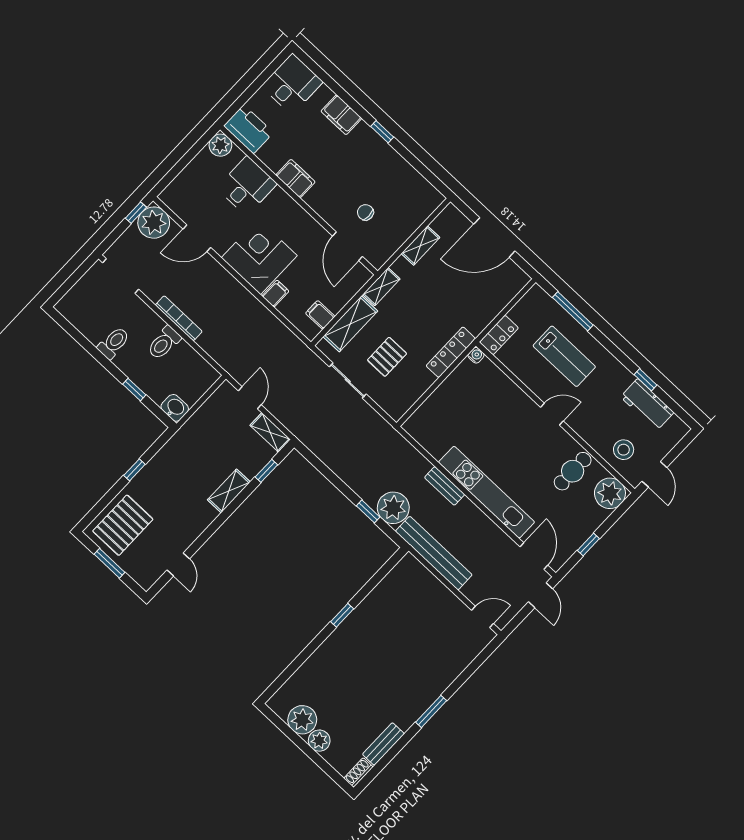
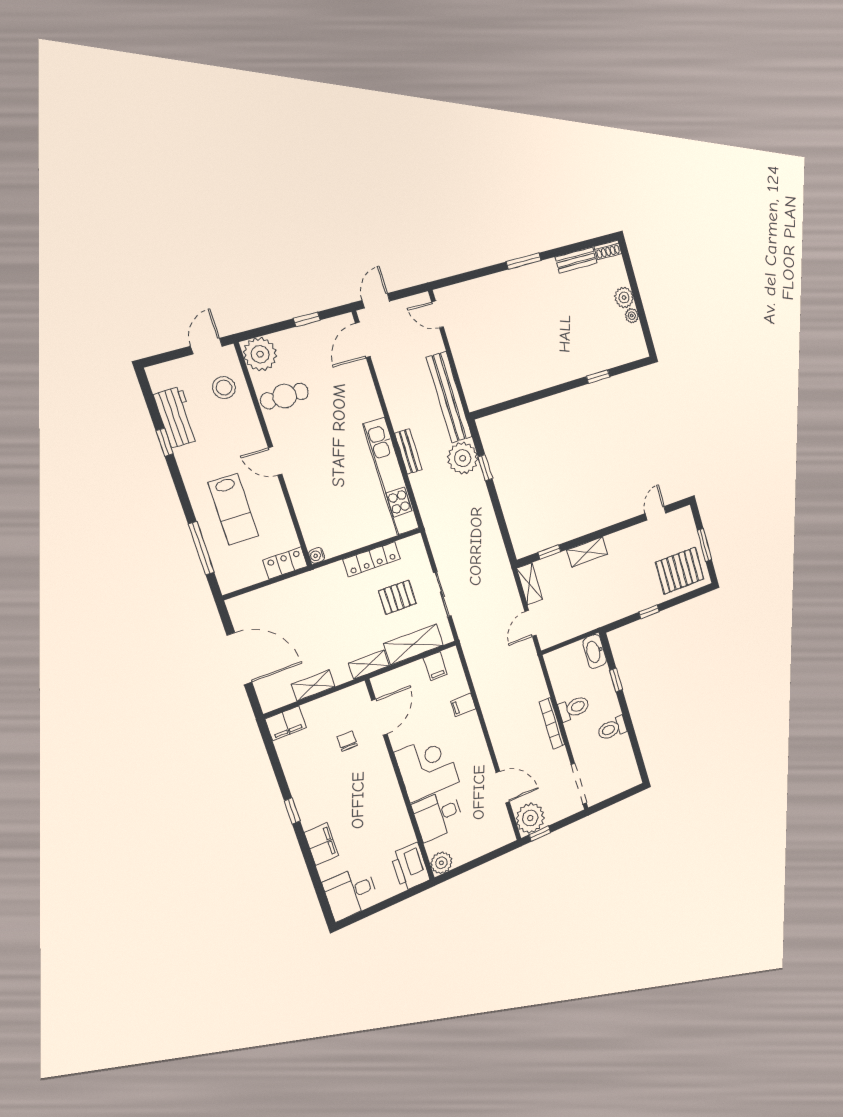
filing cabinet: (296, 179) -> (286, 723), moved, turned -90
chair: (365, 212) -> (347, 741), turned 180
corner desk: (259, 257) -> (427, 767), moved, turned 180
locker: (451, 352) -> (372, 559), moved
lab bench: (564, 356) -> (233, 509), turned 180
washbasin: (175, 408) -> (595, 651), width x1.38
kitchen unit: (487, 492) -> (391, 477), moved
window: (342, 615) -> (598, 377), moved
plant: (302, 720) -> (632, 316), width x0.53, depth x0.53

